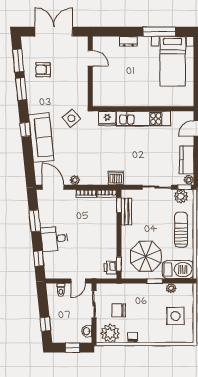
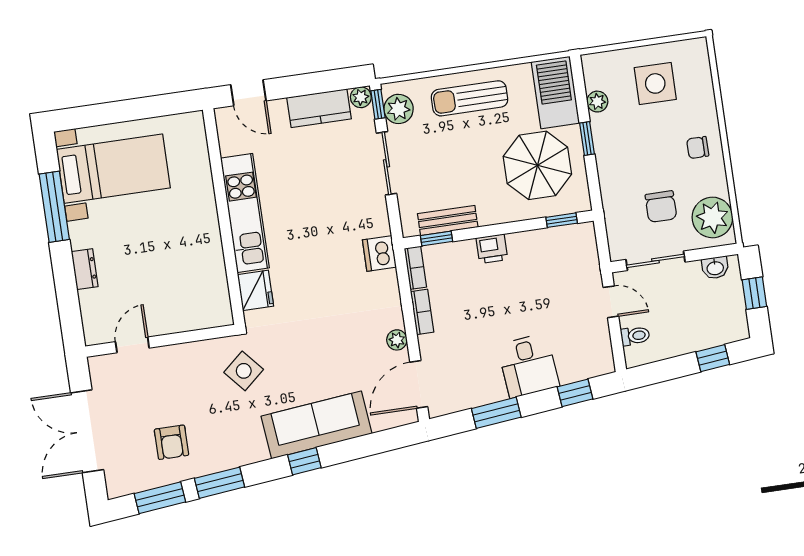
side table: (71, 118) -> (244, 371), moved
printer: (110, 268) -> (492, 249), moved
chair: (133, 337) -> (698, 148), moved

